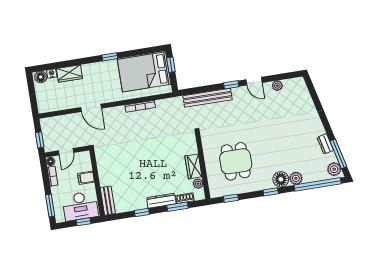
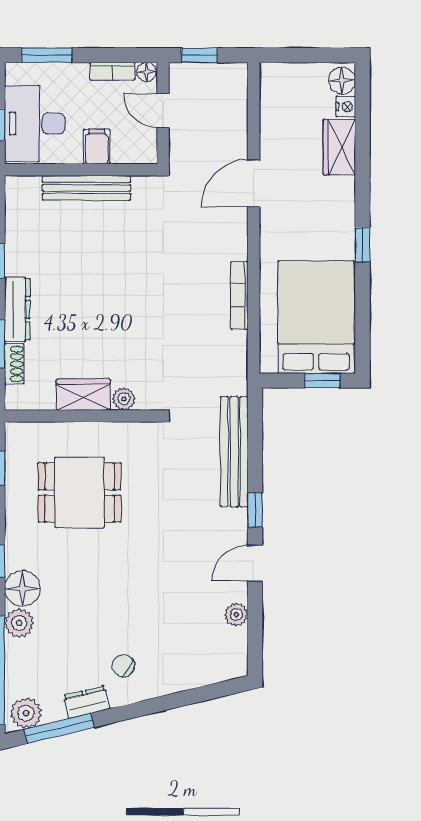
chair: (307, 131) -> (123, 666), added
plant: (198, 184) -> (124, 399), moved
bench: (108, 201) -> (86, 188), moved, width x1.36

